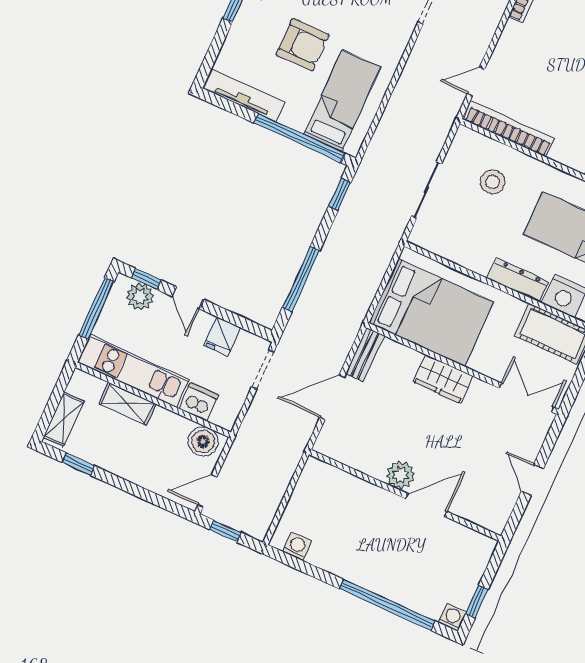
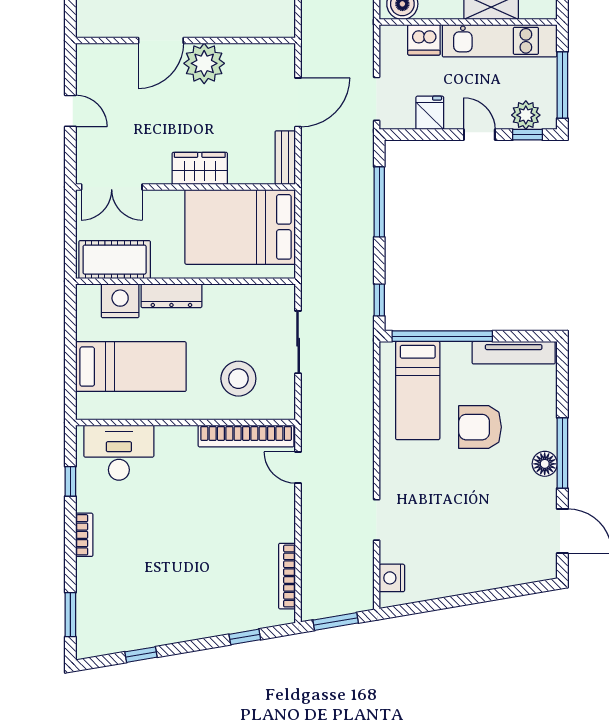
door: (476, 81) -> (298, 468), swing flipped
stool: (493, 182) -> (238, 379), width x1.38, depth x1.38
plant: (401, 475) -> (204, 63), width x1.36, depth x1.36

